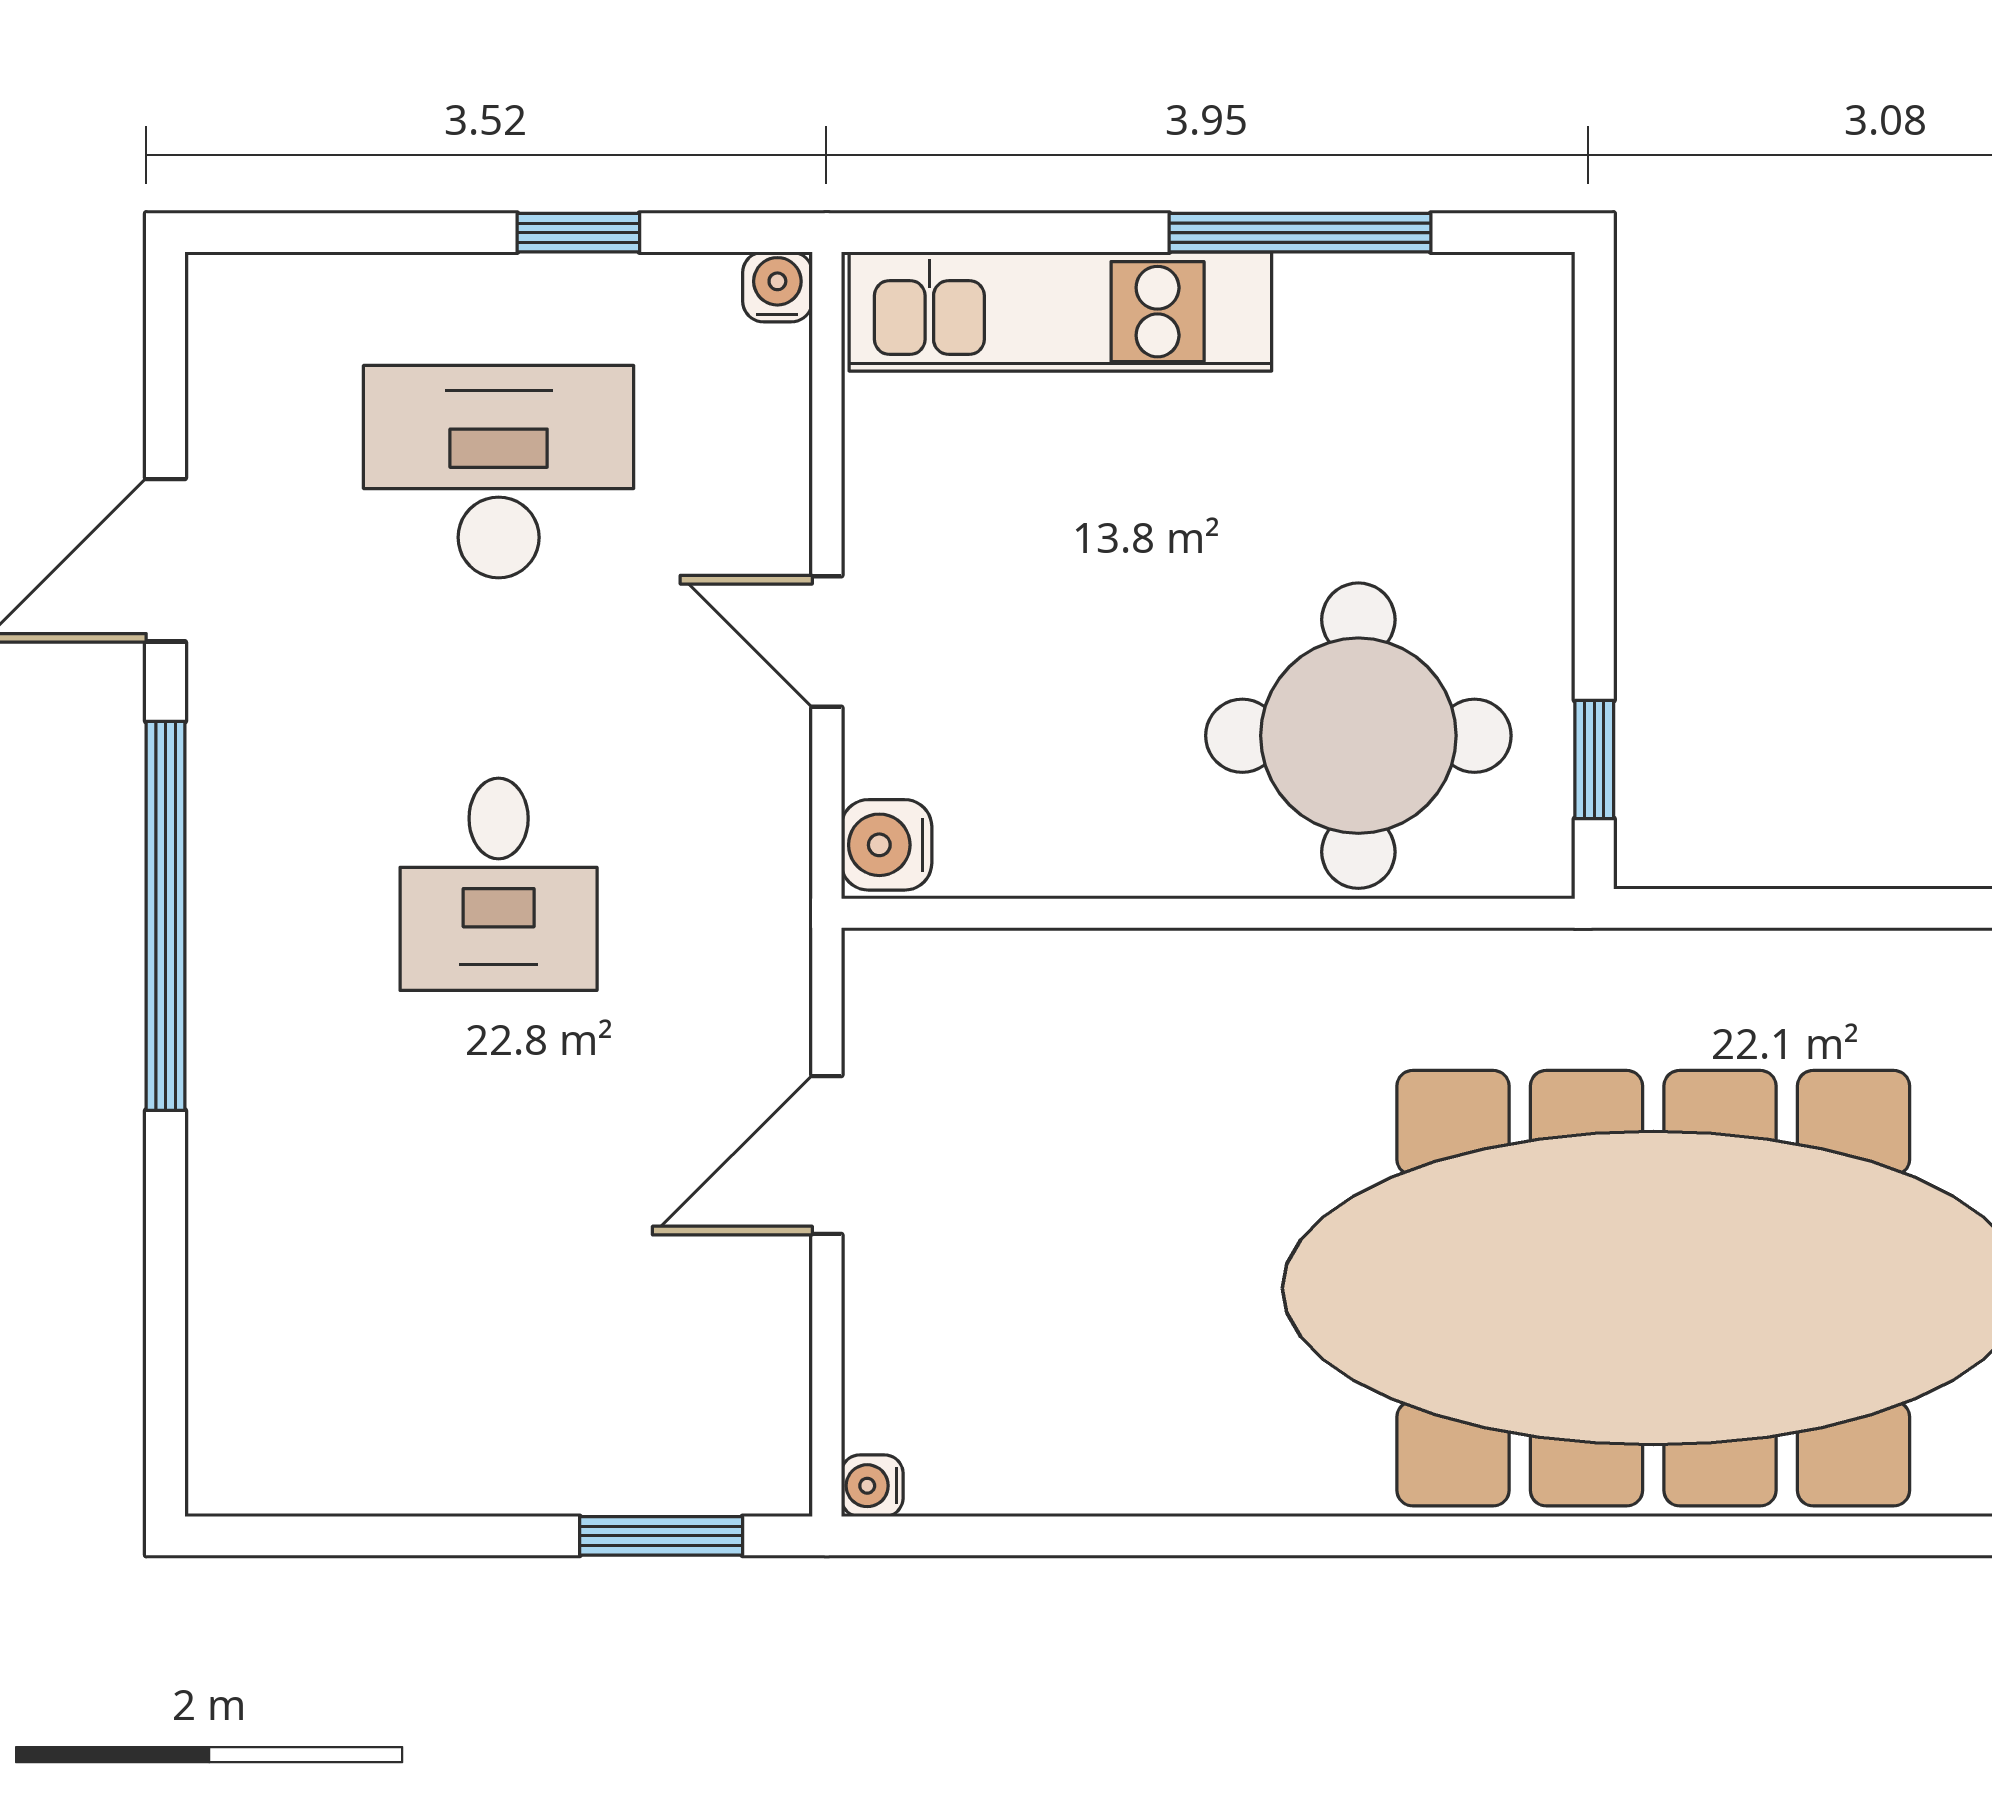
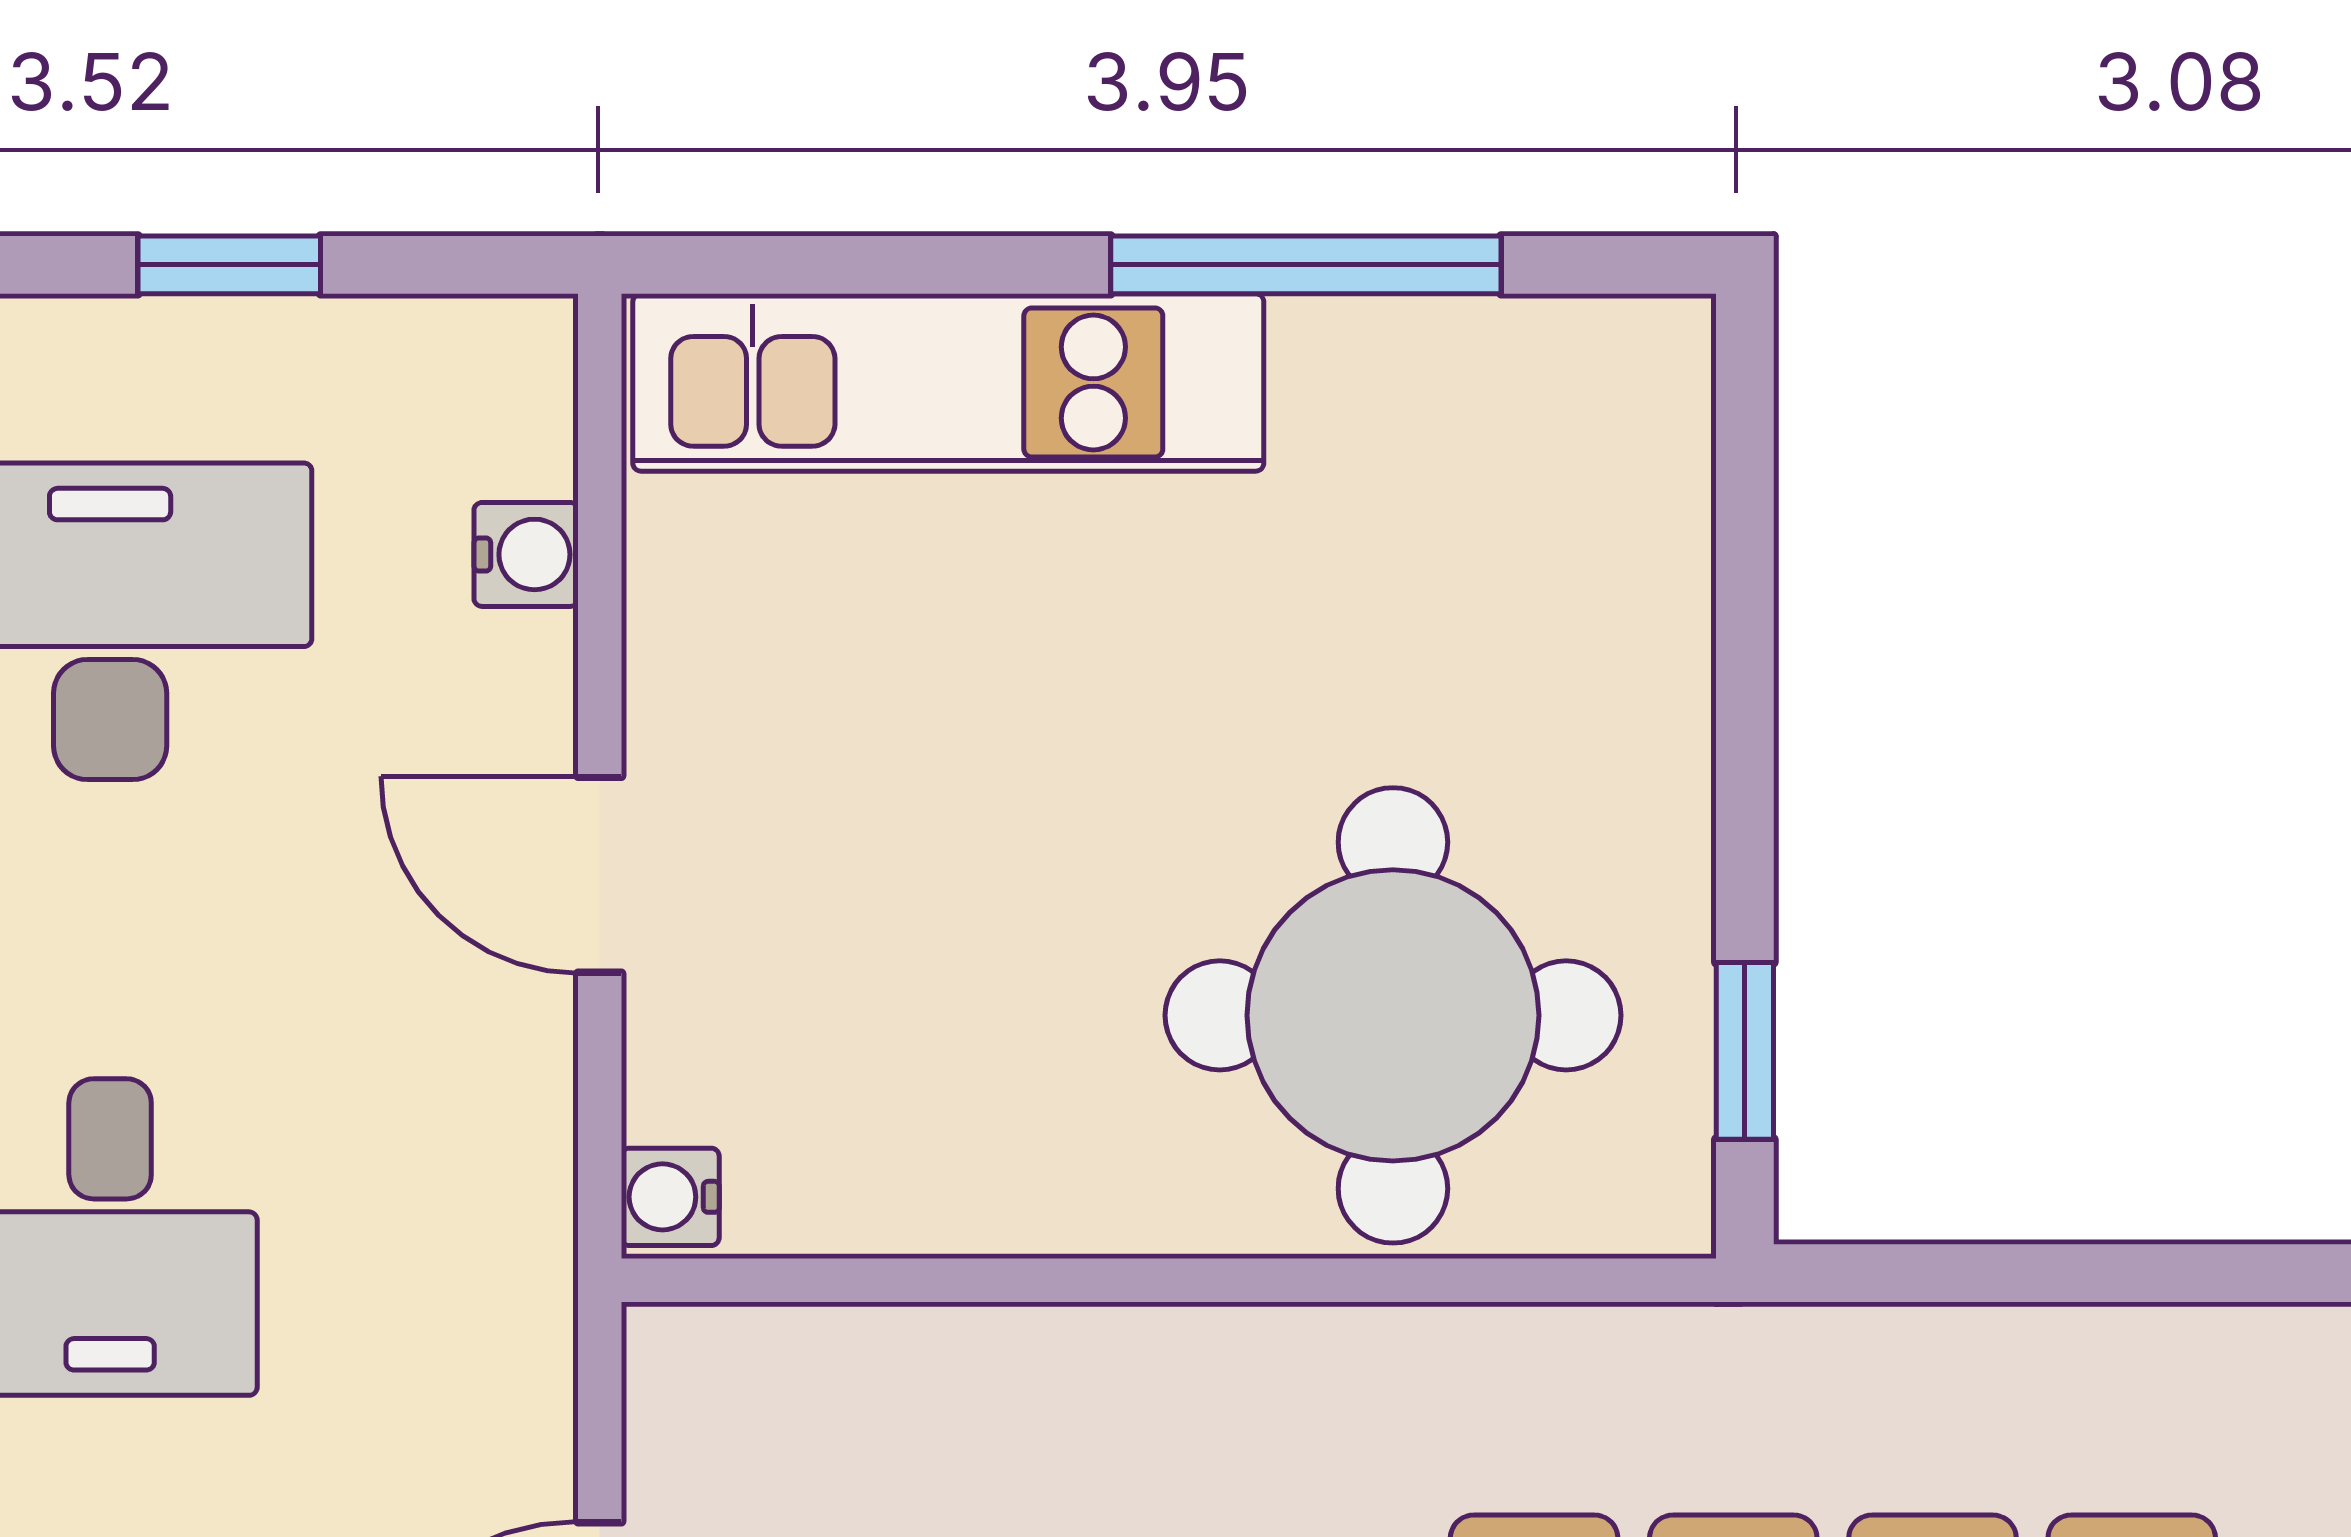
water cooler: (777, 287) -> (526, 554), moved, turned 90
water cooler: (887, 845) -> (670, 1197), width x0.72, depth x0.72

